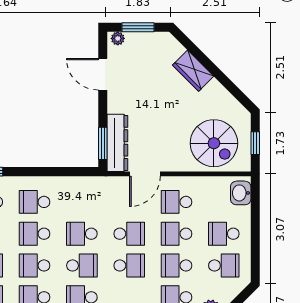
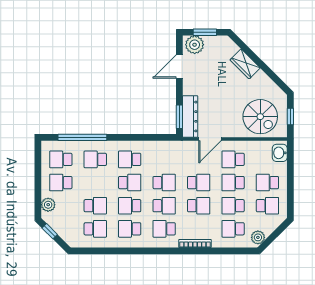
plant: (118, 38) -> (195, 45), width x1.88, depth x1.88
door: (103, 74) -> (179, 66), hinge flipped
school desk: (35, 234) -> (130, 183), turned 180
school desk: (82, 234) -> (164, 183), turned 180

